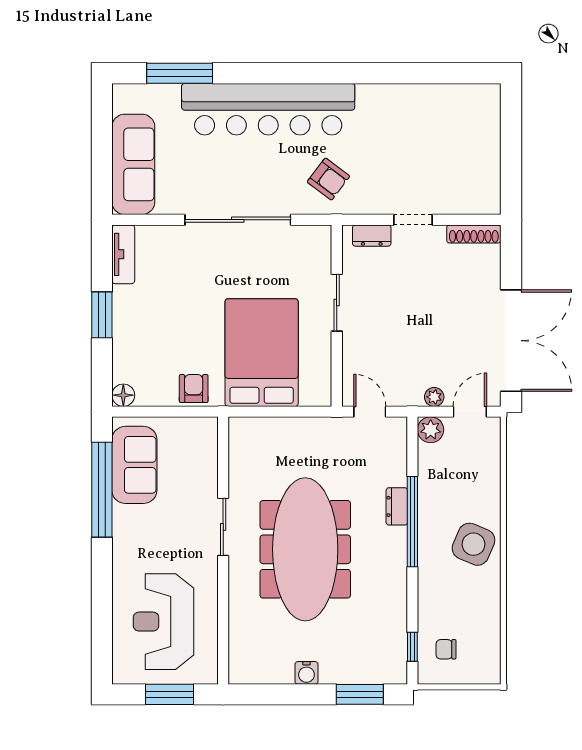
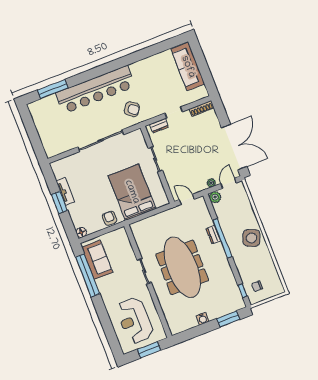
sofa: (133, 164) -> (188, 67), moved, turned 180
tv unit: (123, 254) -> (65, 191), moved

